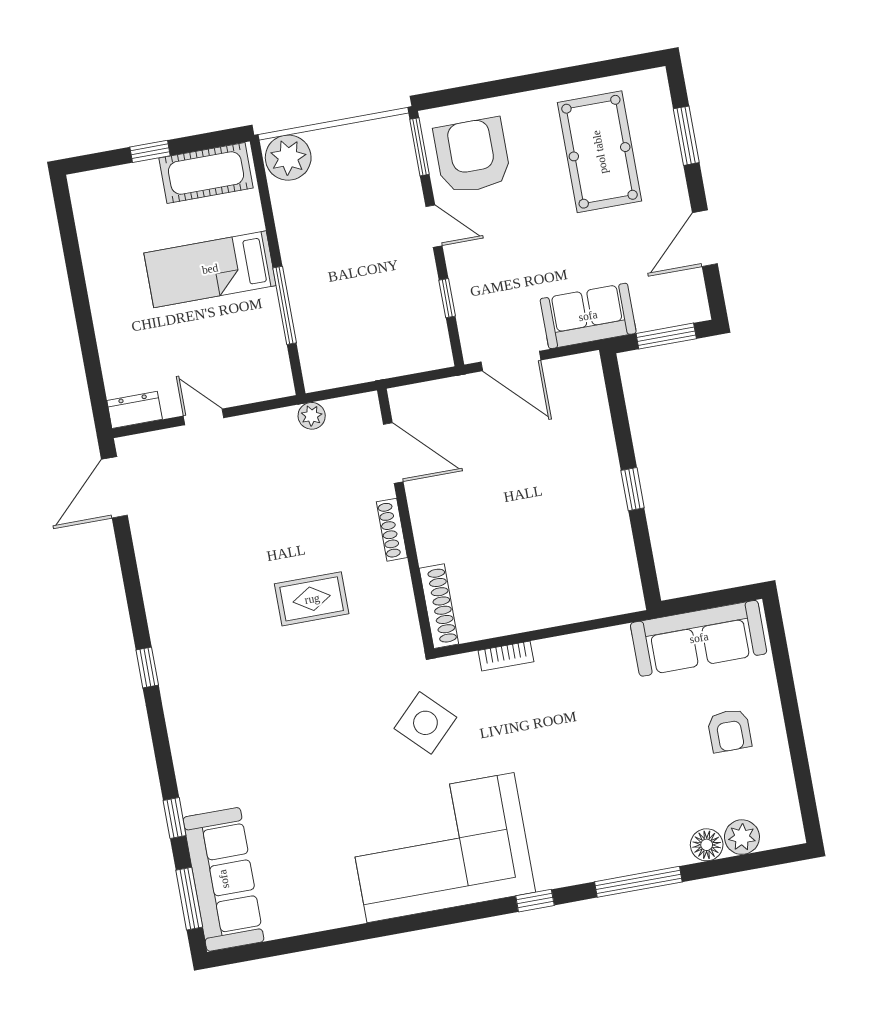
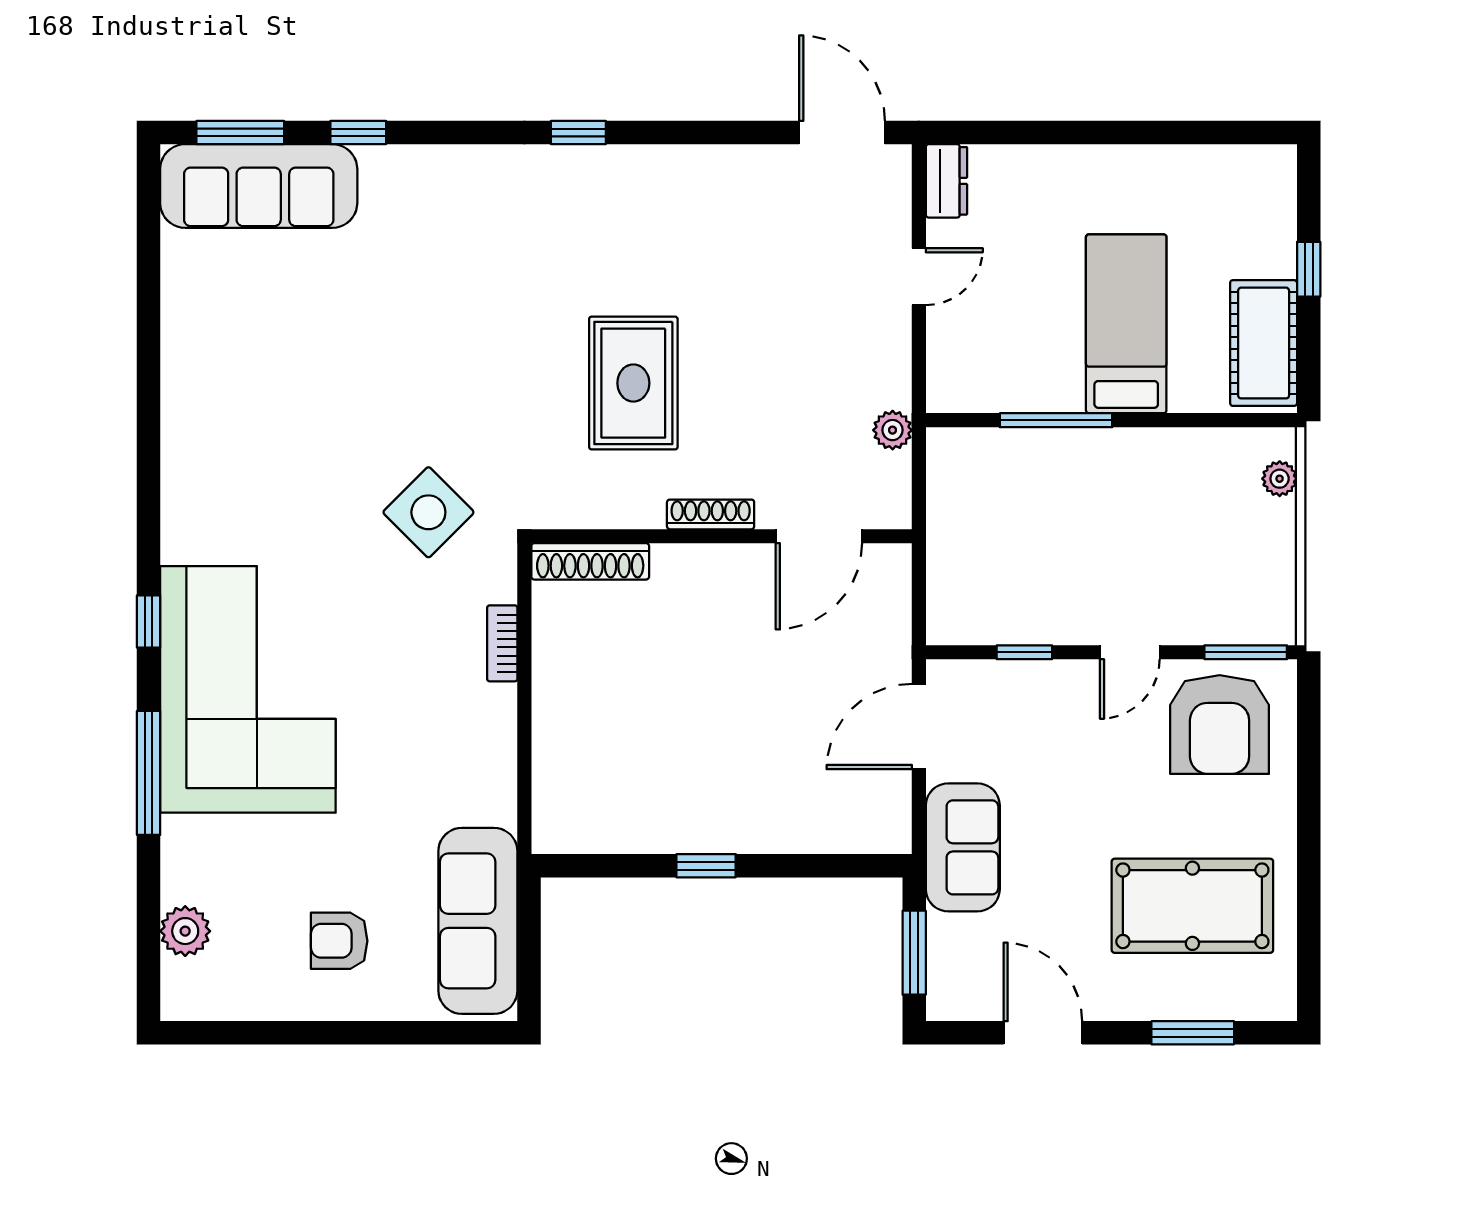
armchair: (472, 156) -> (1220, 725), turned 90
plant: (288, 158) -> (1280, 479), width x0.53, depth x0.53
rug: (312, 599) -> (633, 383), width x1.36, depth x1.43
floor lamp: (707, 845) -> (183, 879), removed
corner sofa: (440, 848) -> (248, 689), moved

